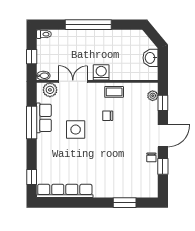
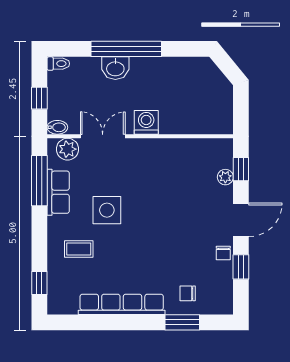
washbasin: (150, 58) -> (115, 68), moved, turned -90
coffee table: (114, 92) -> (79, 249), moved
plant: (153, 96) -> (225, 177), moved
chair: (108, 116) -> (188, 293), moved
window: (32, 123) -> (39, 181), moved
row of seats: (65, 191) -> (122, 304), moved

